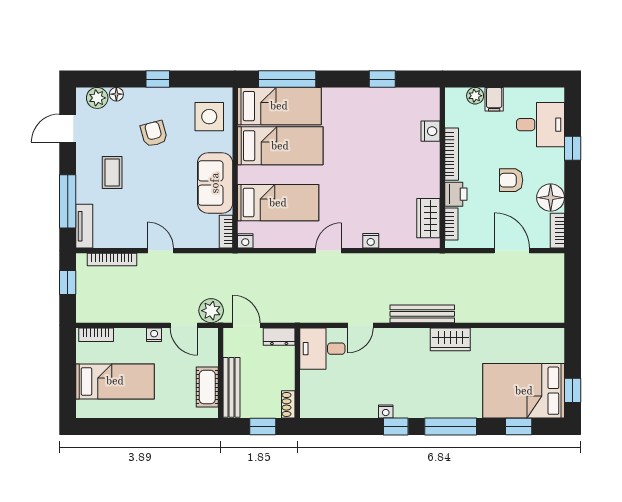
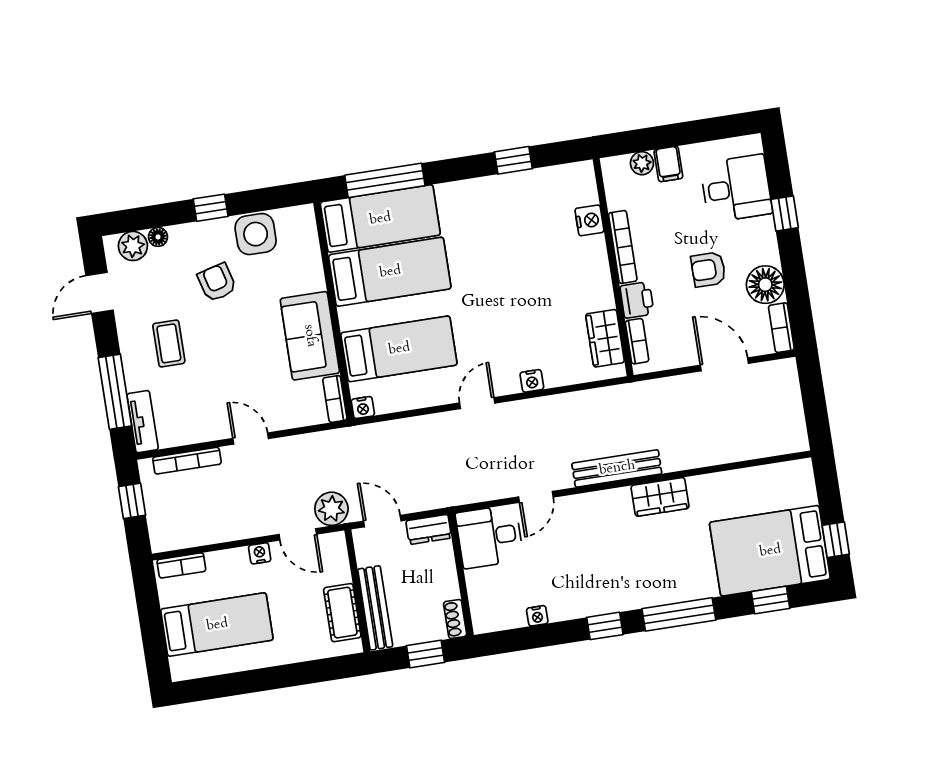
side table: (209, 117) -> (256, 234), moved
nightstand: (386, 411) -> (537, 616), moved

